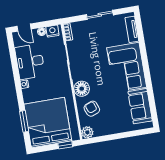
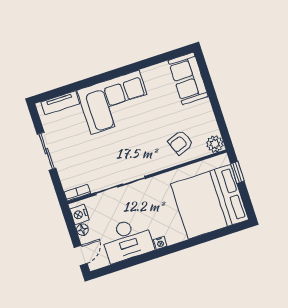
floor lamp: (82, 89) -> (155, 161), removed
sofa: (140, 106) -> (188, 79), moved, turned 90
window: (24, 121) -> (213, 235), removed

